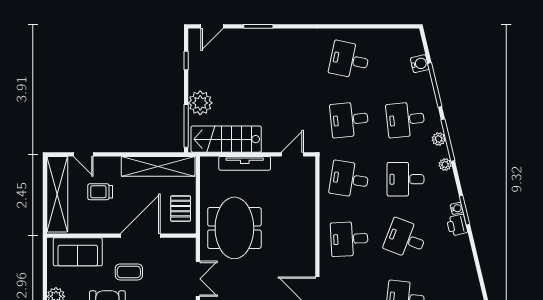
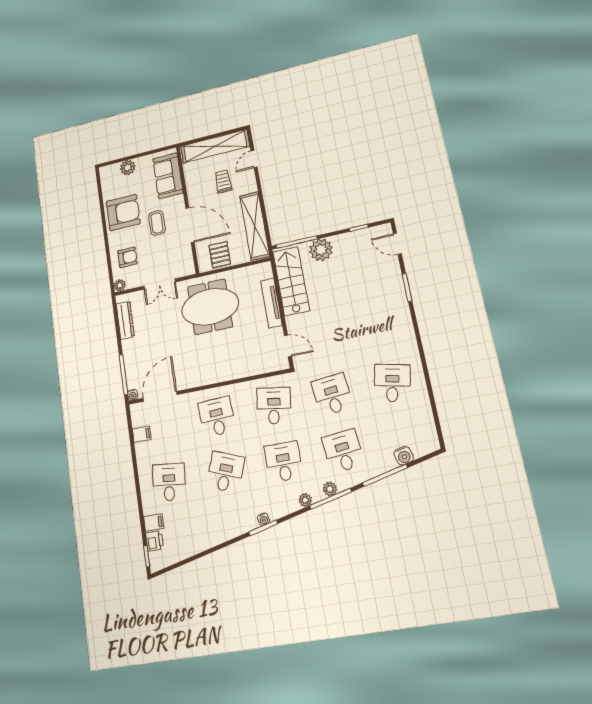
pallet: (181, 209) -> (220, 255), turned 90
printer: (457, 225) -> (247, 522), removed

